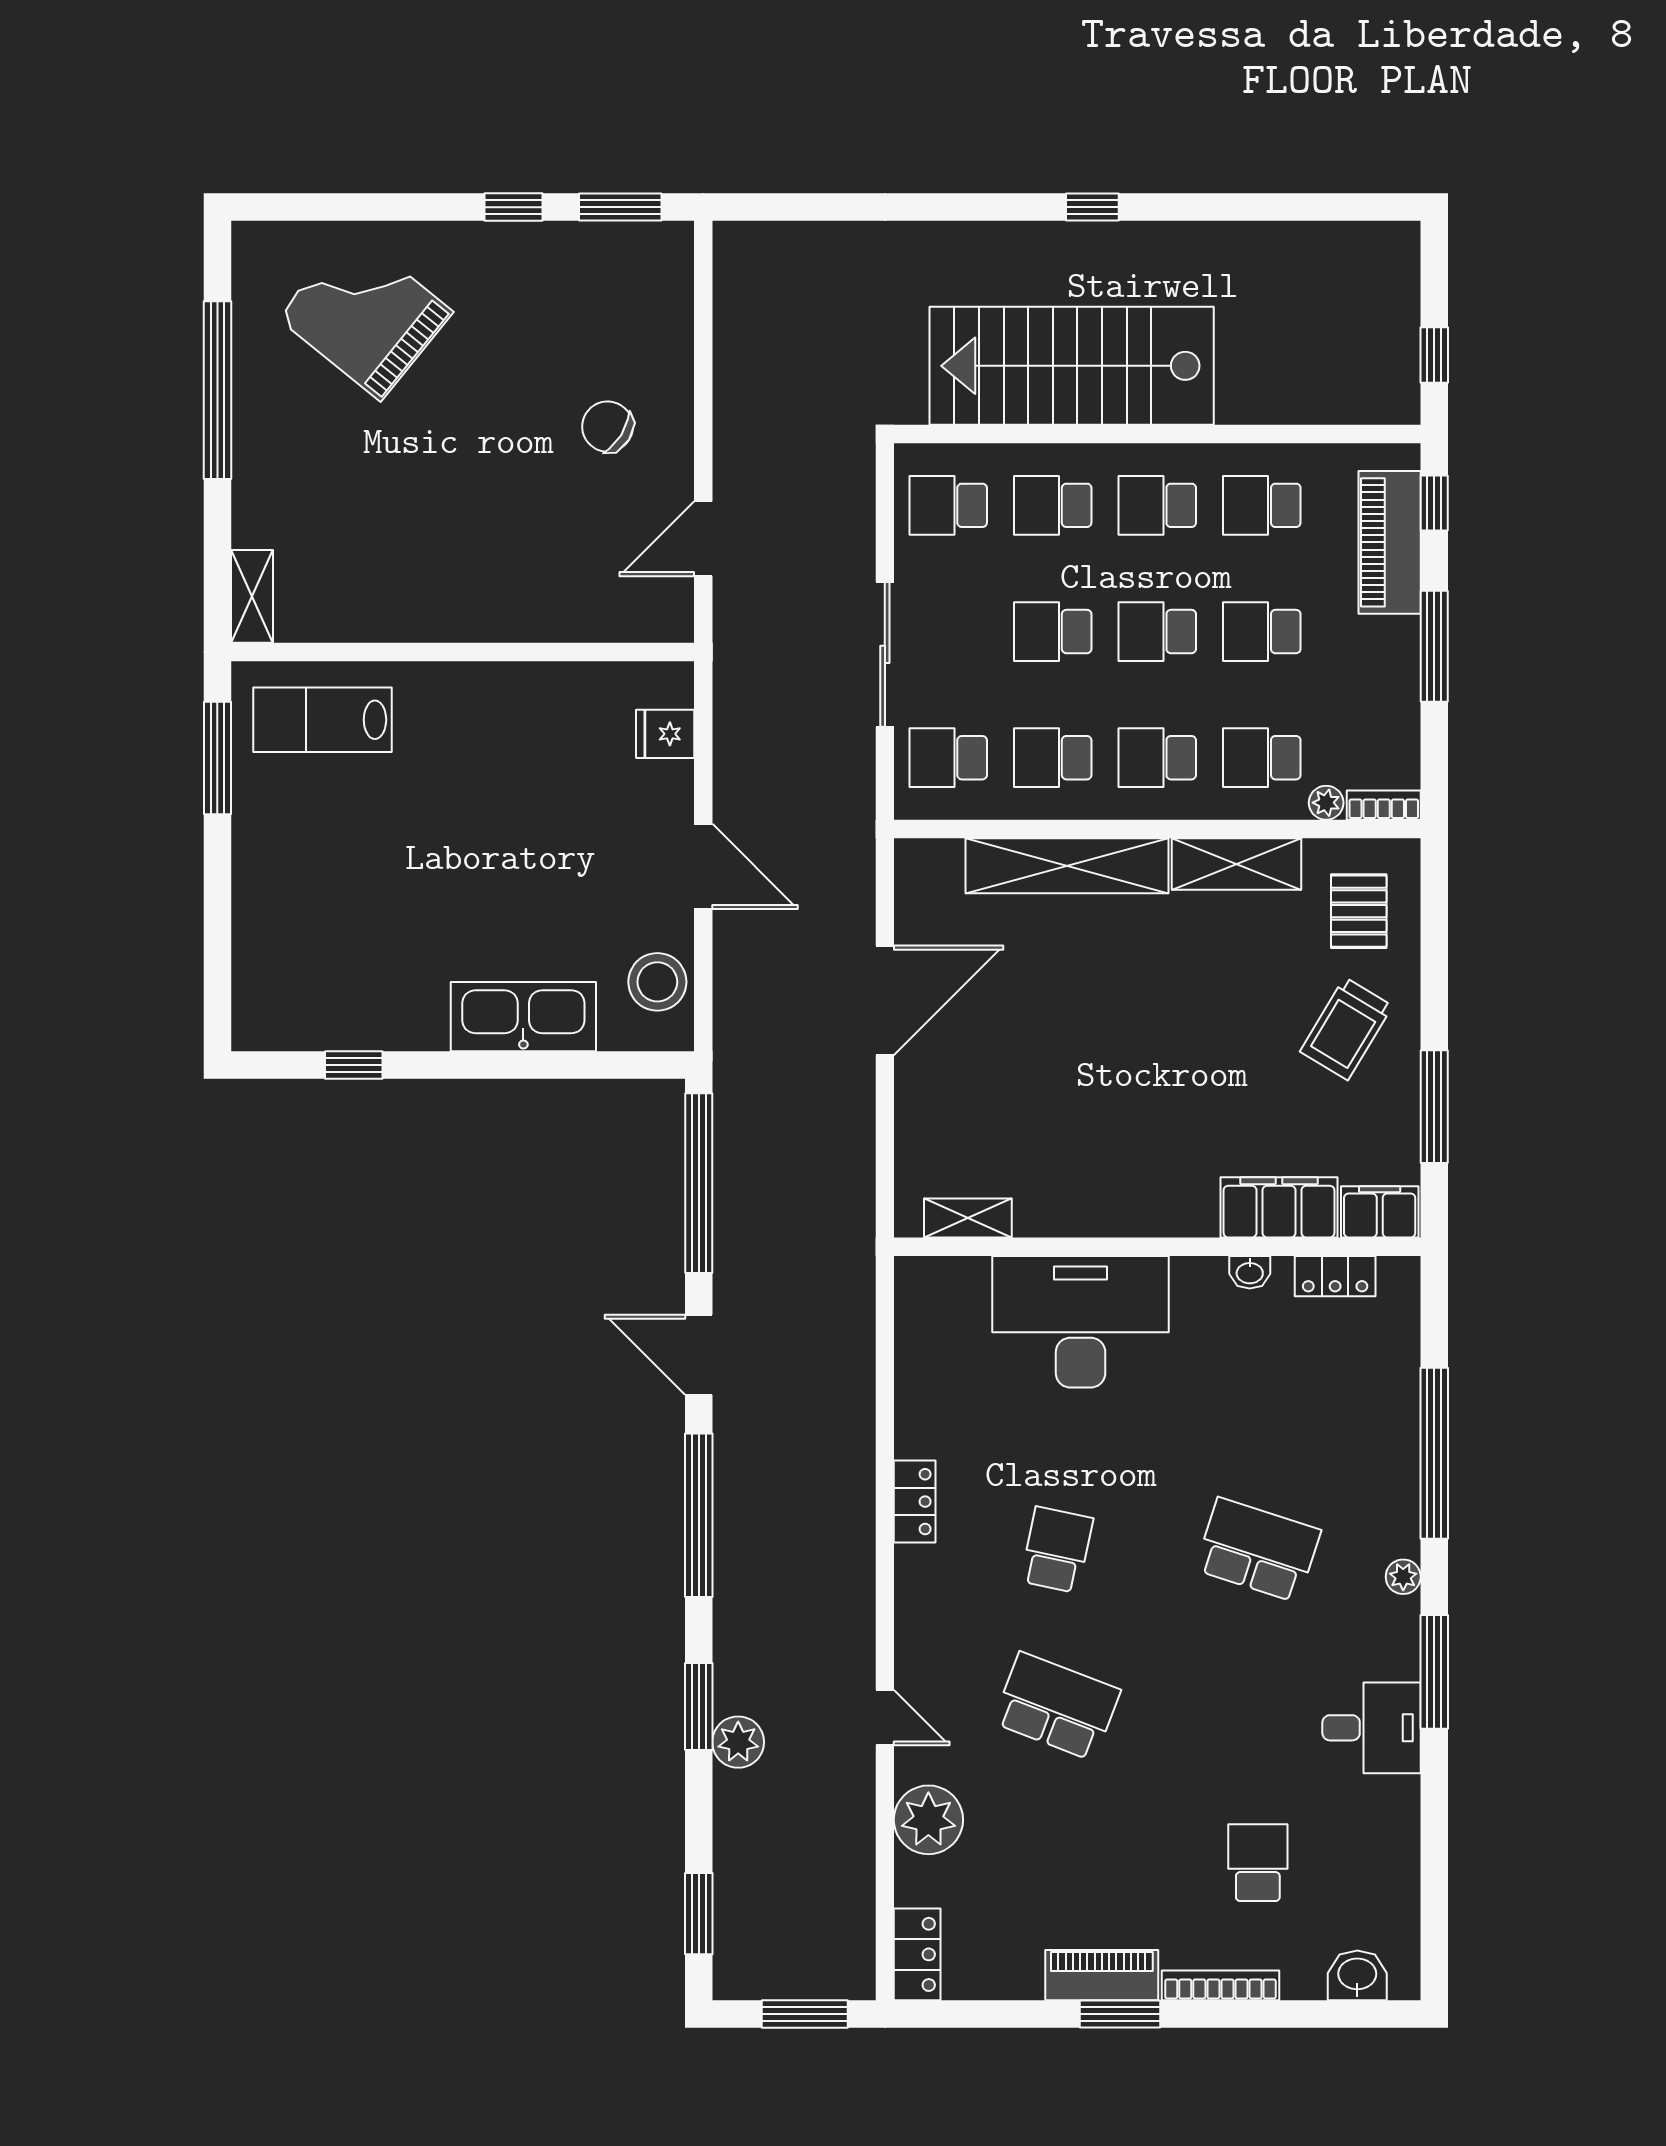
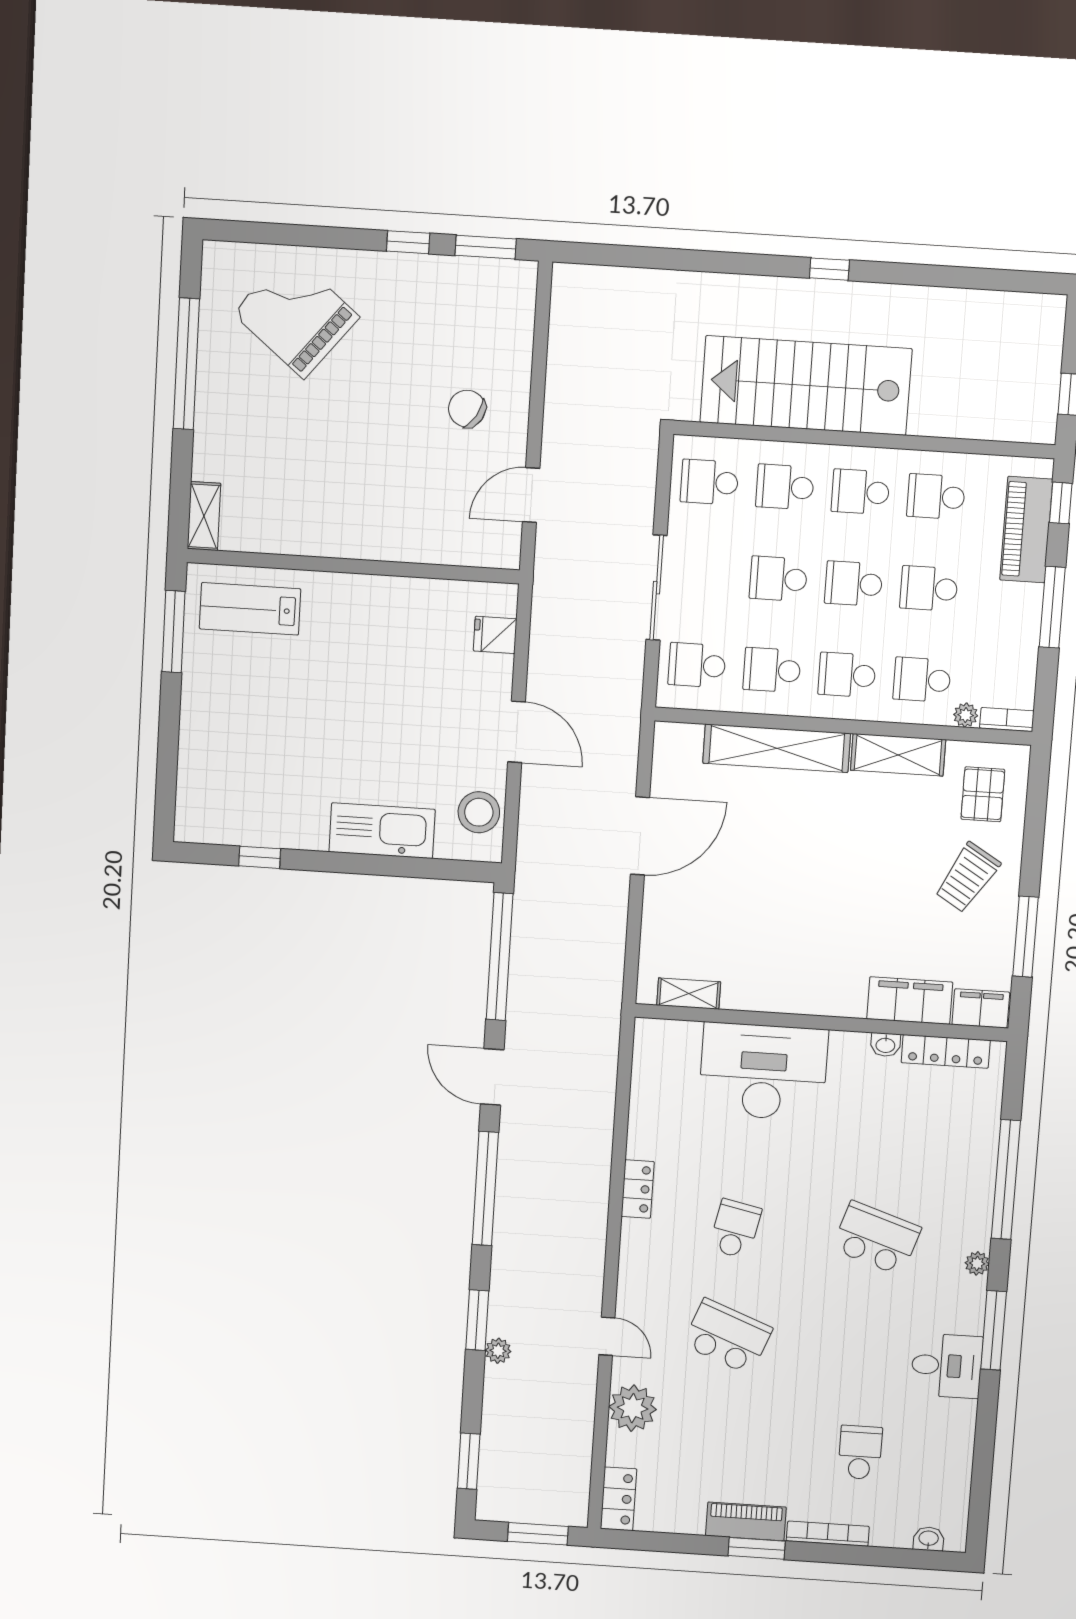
locker: (1335, 1276) -> (946, 1051), width x1.53
plant: (738, 1742) -> (498, 1351), width x0.73, depth x0.73
washbasin: (1357, 1975) -> (929, 1539), width x0.72, depth x0.69

